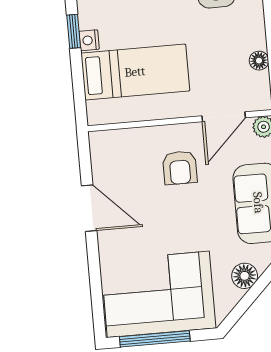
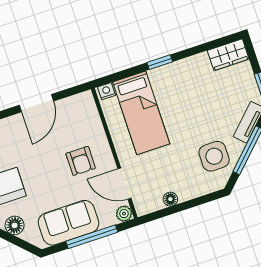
nightstand: (89, 40) -> (106, 91), moved
armchair: (180, 168) -> (81, 161), turned -90

